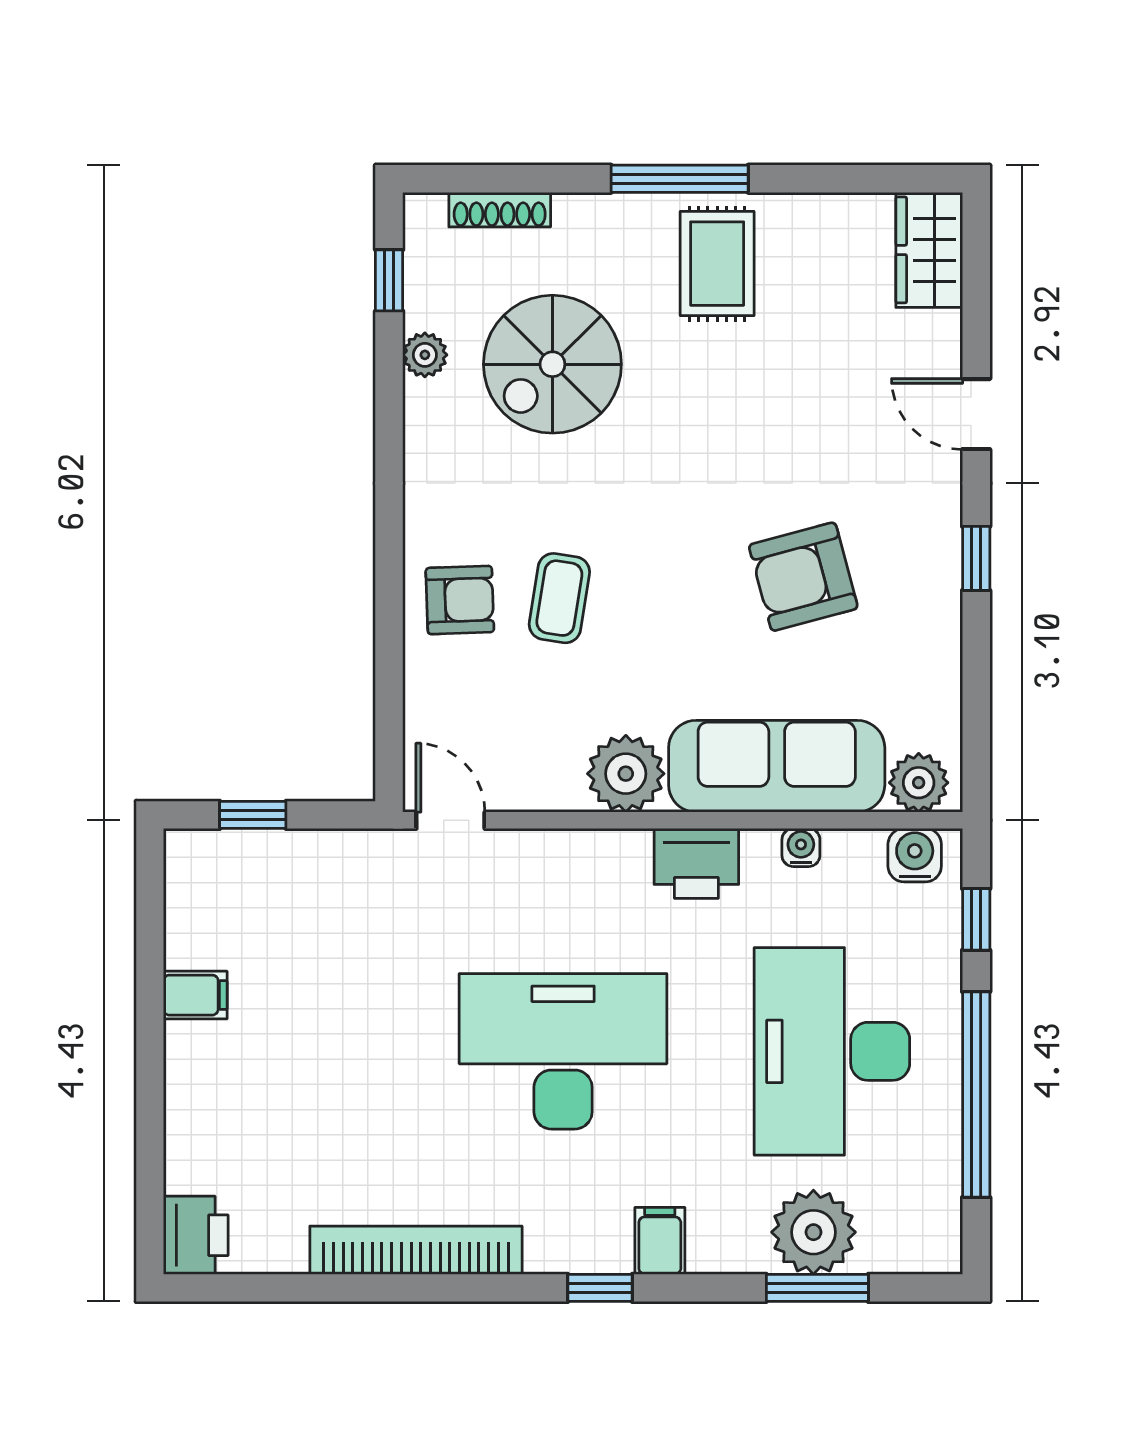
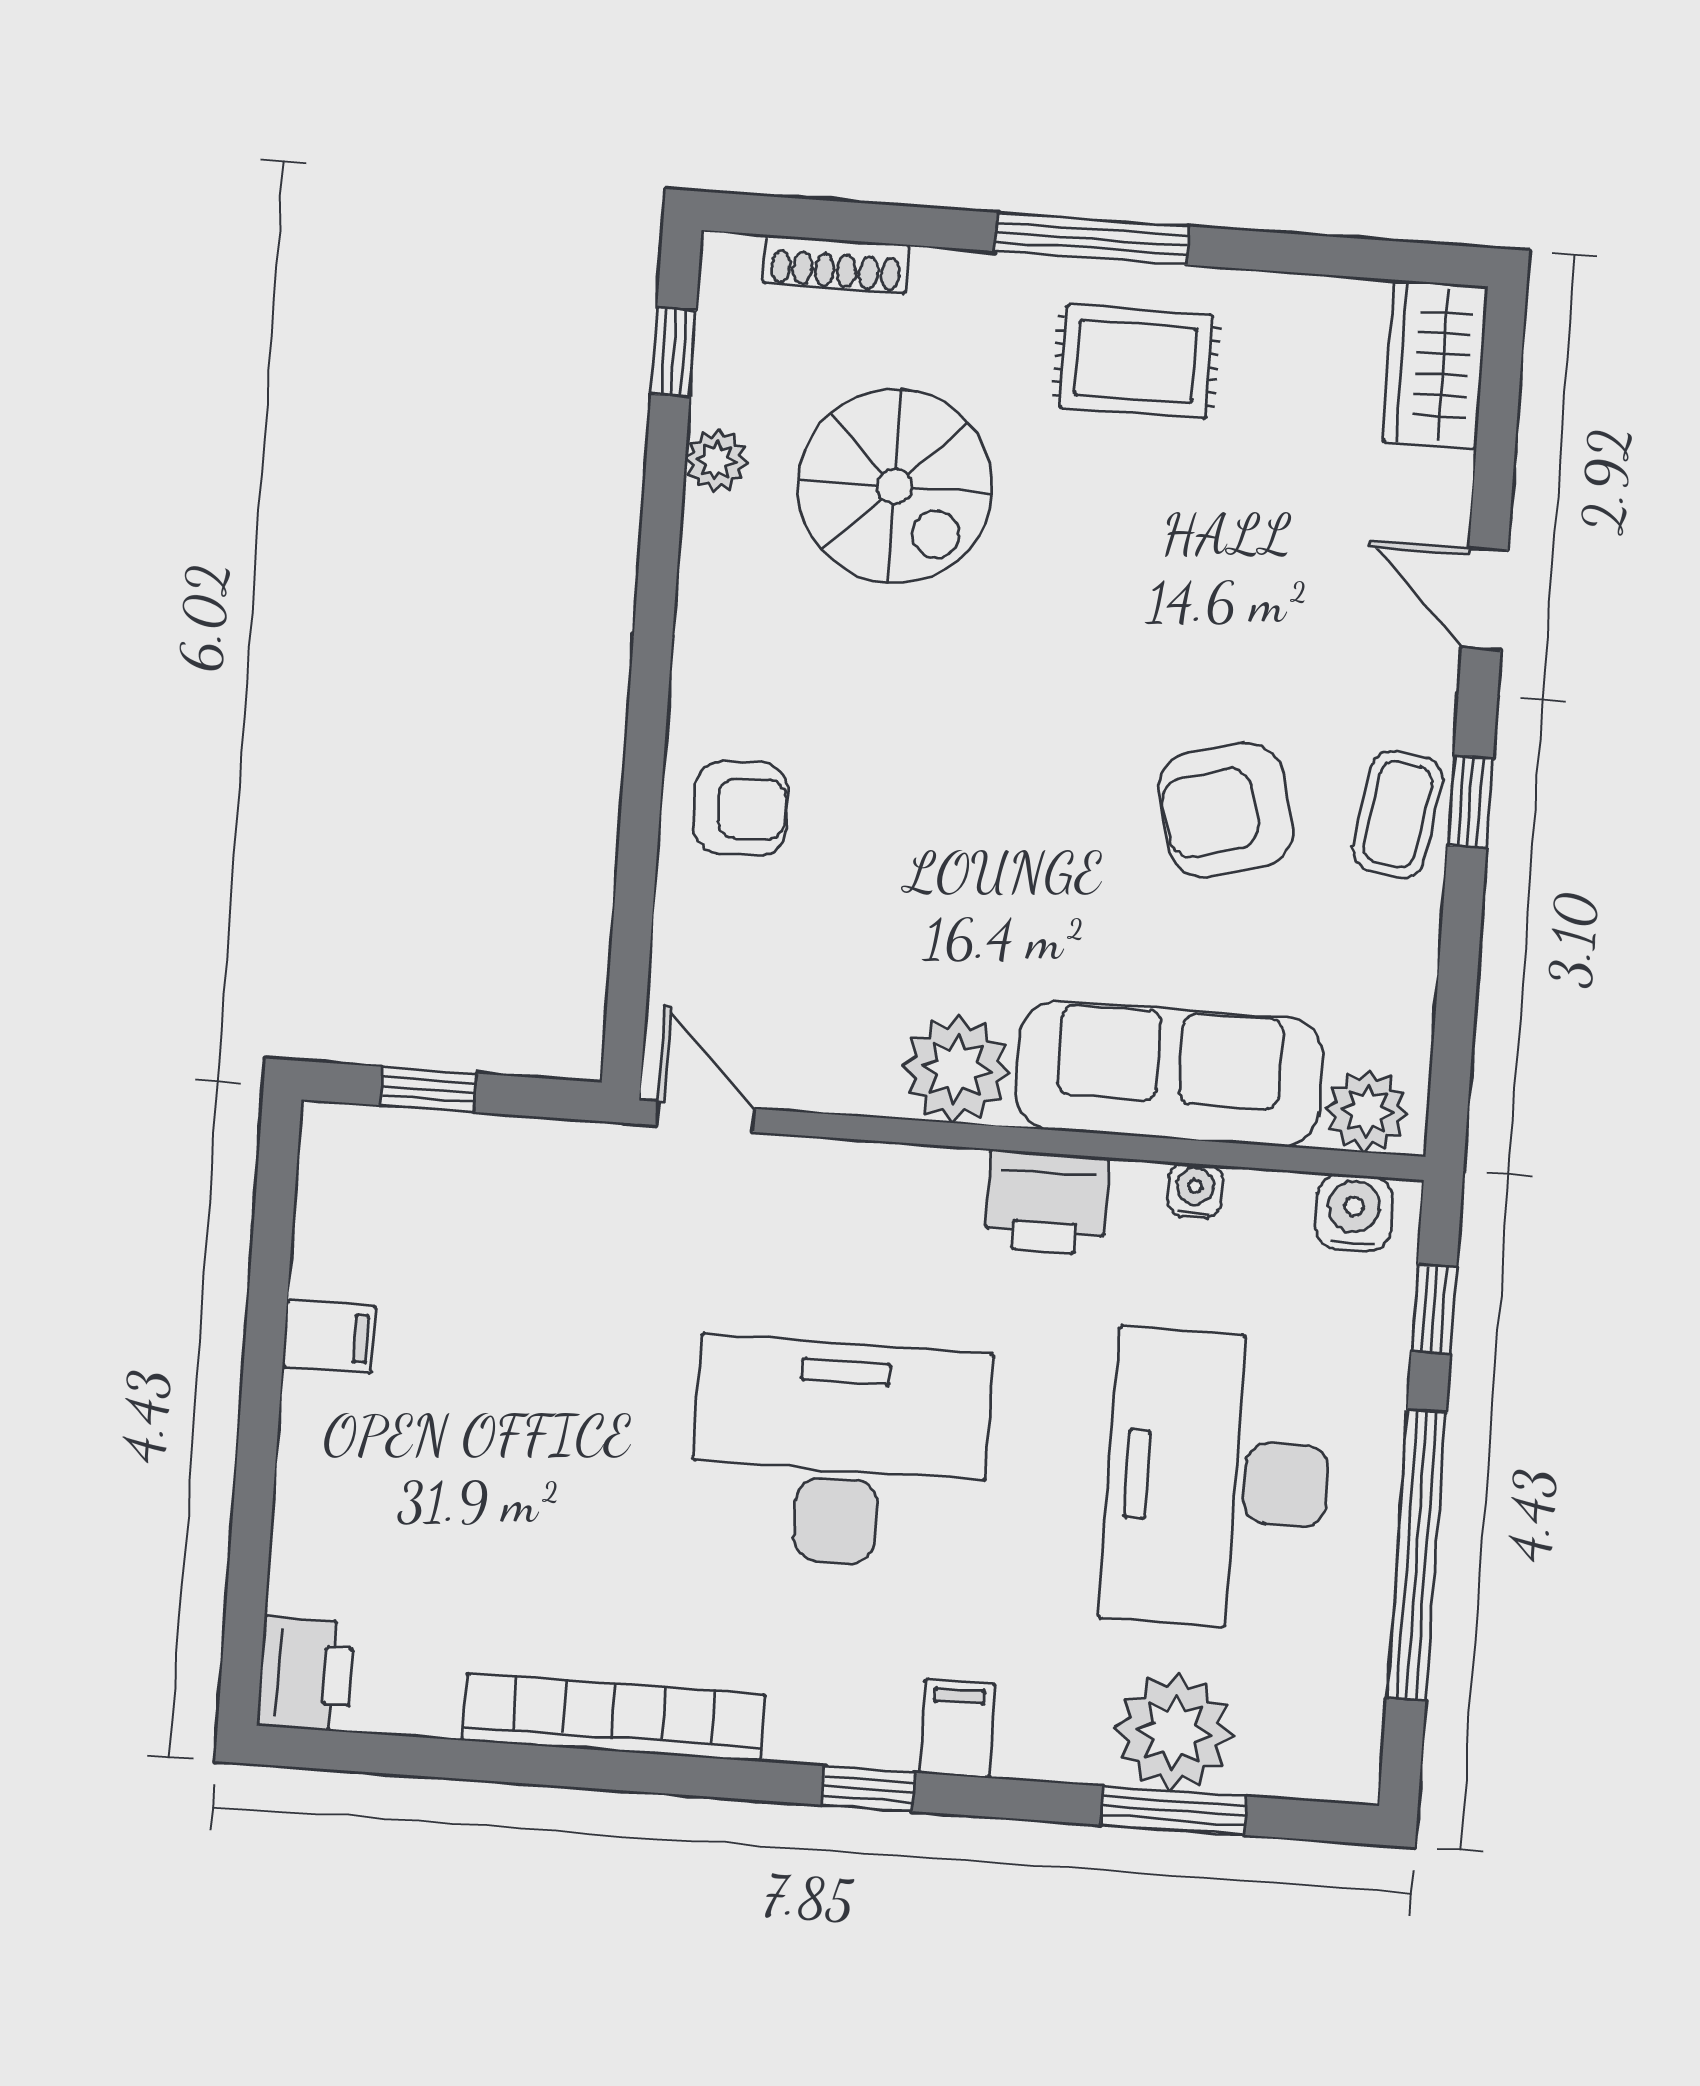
rug: (717, 264) -> (1136, 362), turned 90
spiral stairs: (552, 364) -> (895, 486), turned -90
coffee table: (559, 598) -> (1398, 814), moved

